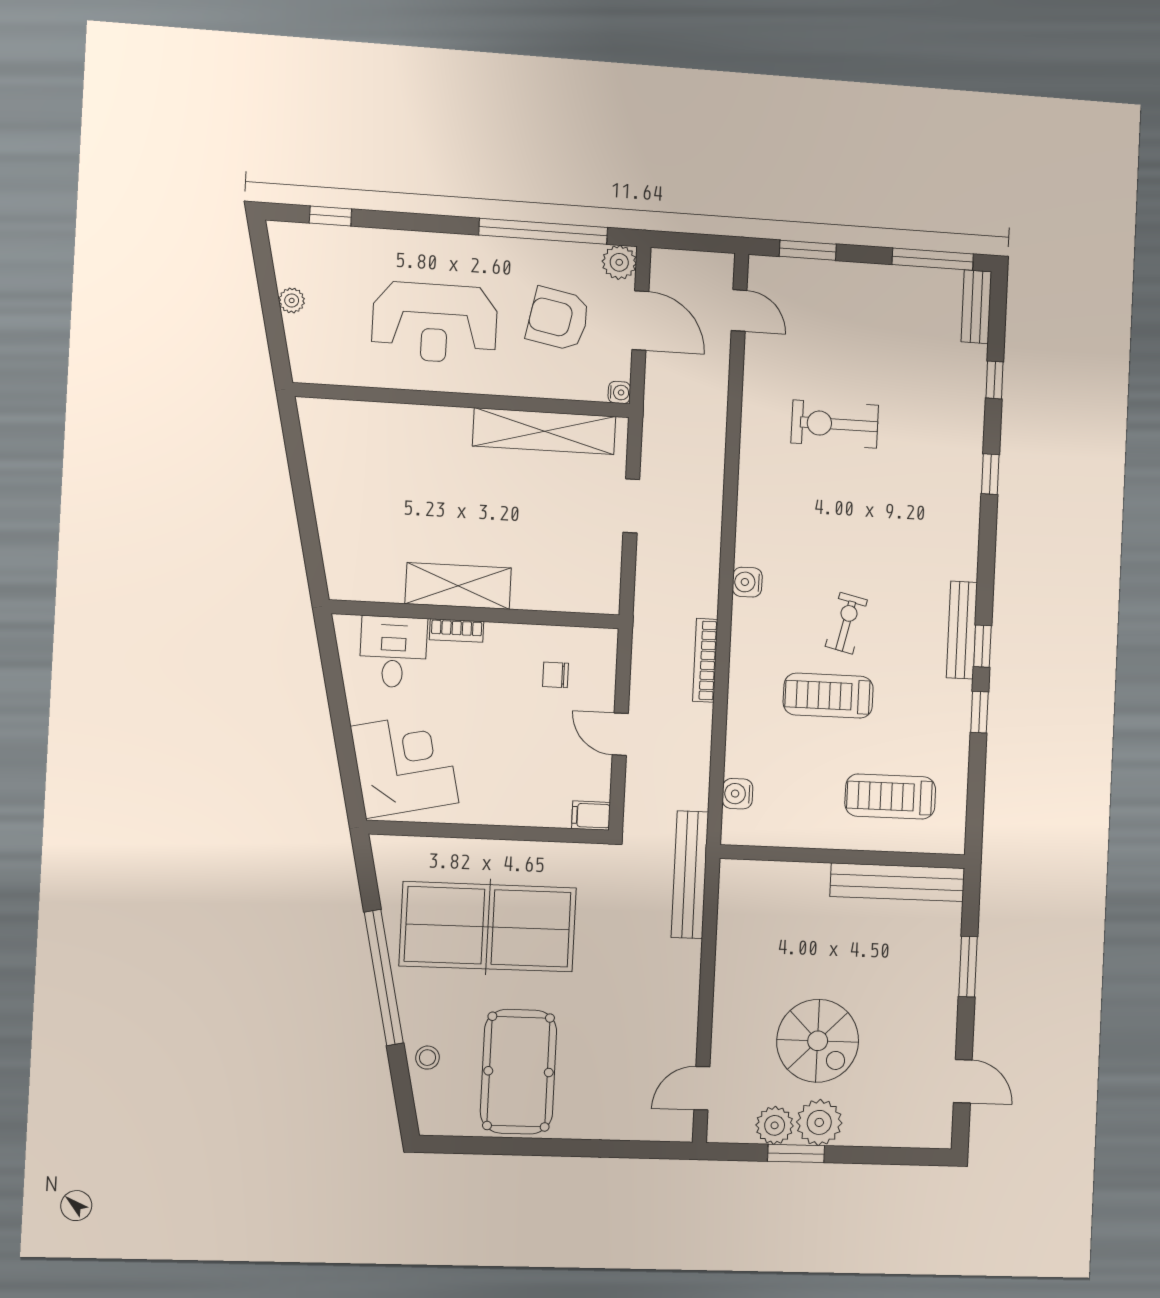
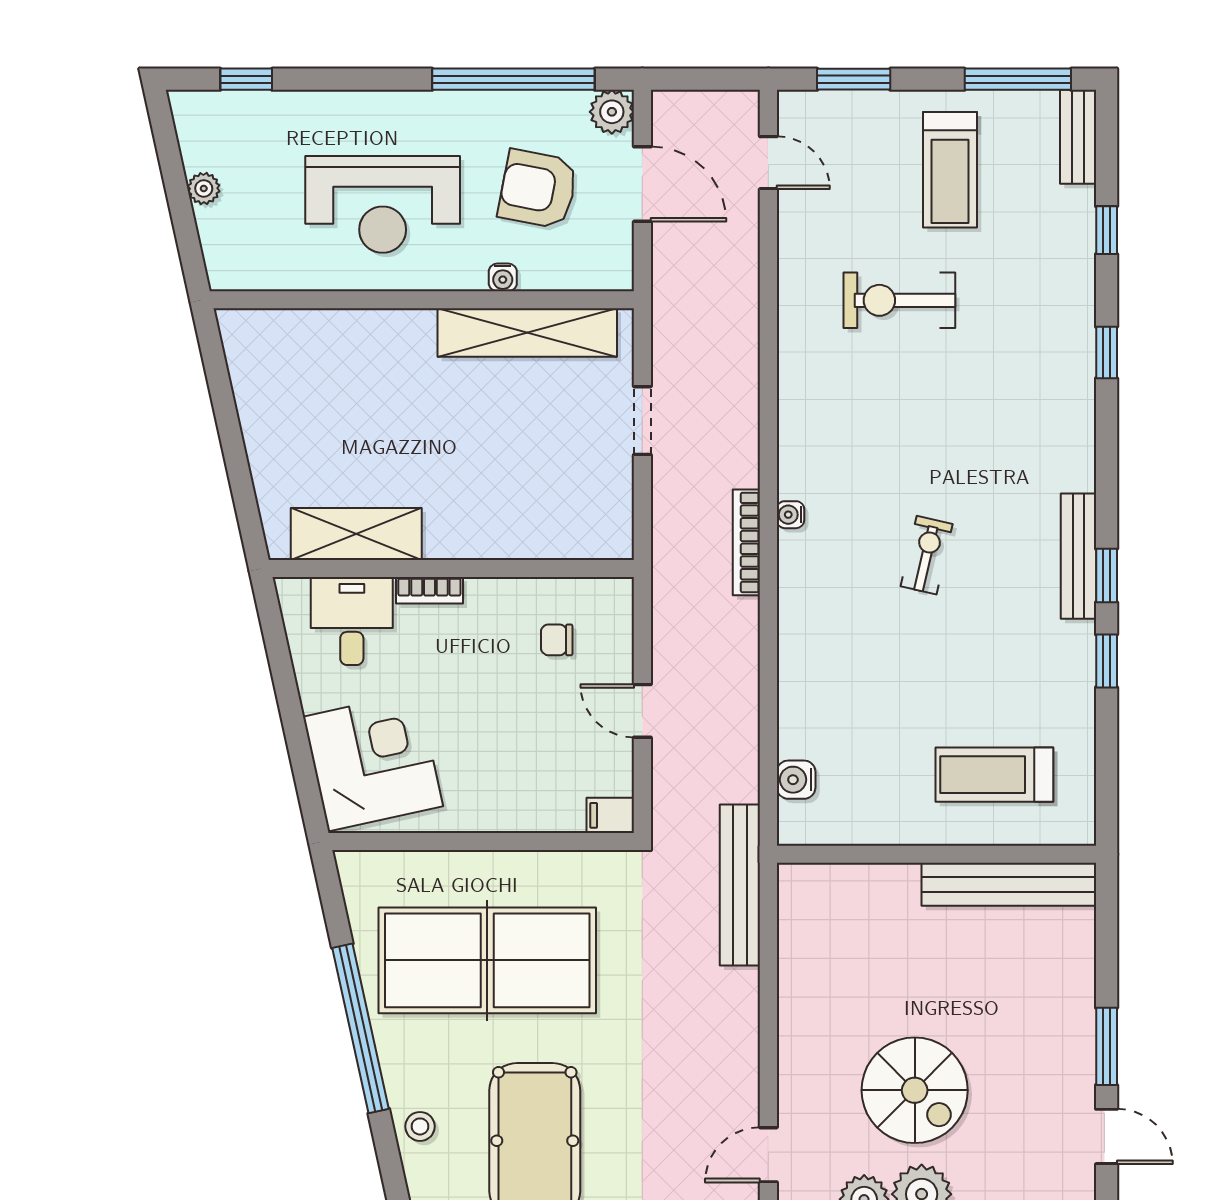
water cooler: (619, 392) -> (503, 277), moved, turned 90
water cooler: (747, 582) -> (790, 515), width x0.72, depth x0.72
shelving: (458, 586) -> (356, 534), moved
bookcase: (705, 660) -> (746, 542), moved
treadmill: (828, 696) -> (950, 170), moved, turned -90
window: (968, 967) -> (1107, 1046), moved

